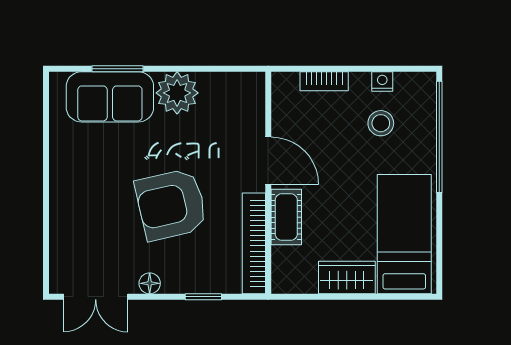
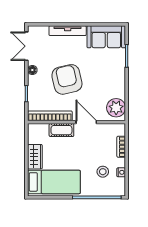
plant: (177, 93) -> (116, 108), moved
sofa: (110, 97) -> (106, 37), moved, turned -90
door: (268, 161) -> (86, 122), swing flipped
tv unit: (60, 203) -> (68, 31), added

